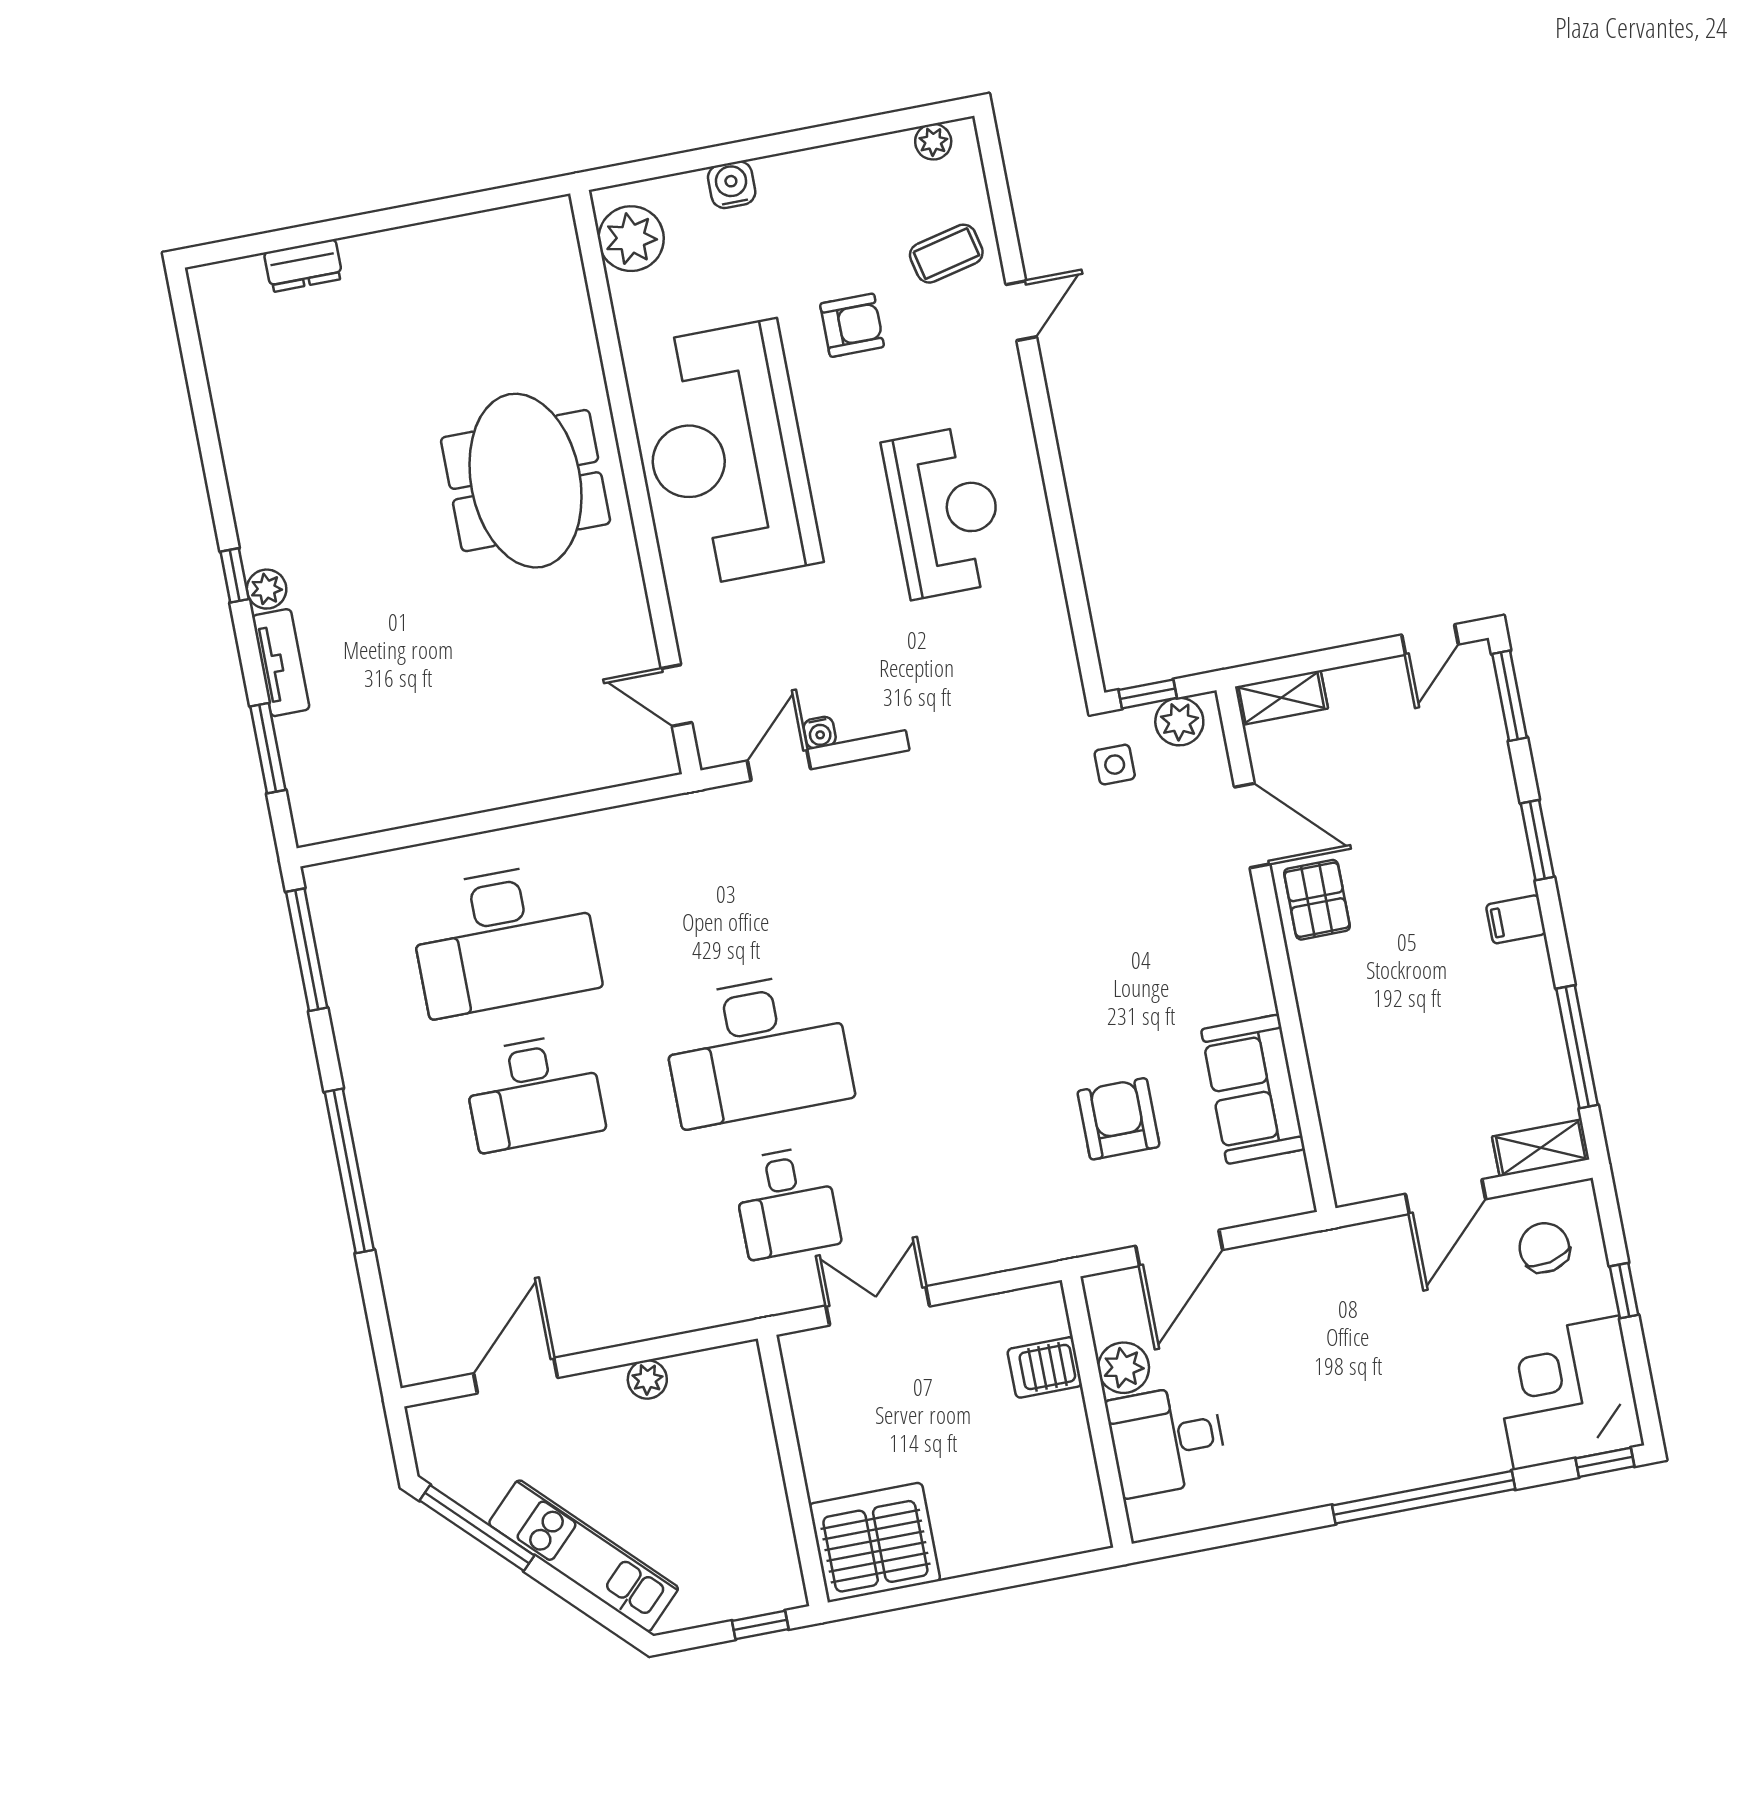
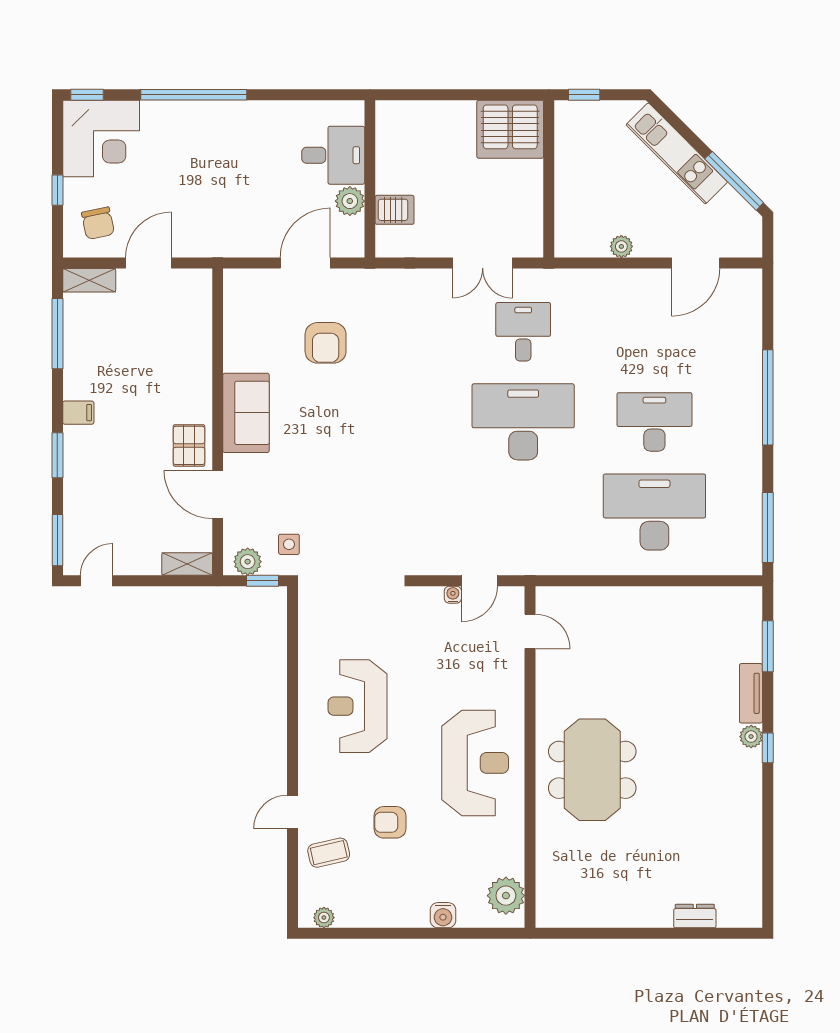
reception desk: (727, 454) -> (475, 763), width x0.74, depth x0.77
sofa: (1253, 1089) -> (246, 413), moved

